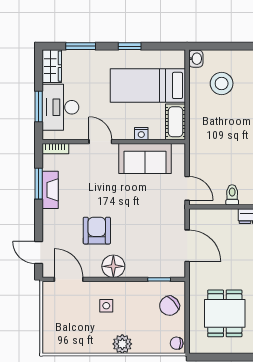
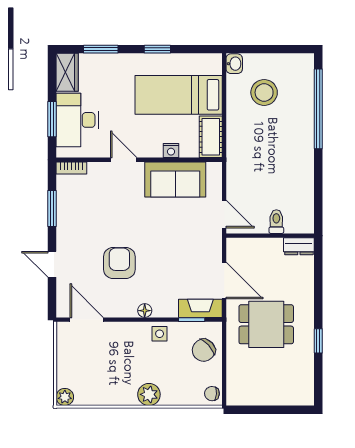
fireplace: (50, 190) -> (200, 308), moved, turned -90
door: (39, 252) -> (52, 264), moved
floor lamp: (113, 266) -> (145, 311), width x0.53, depth x0.53
side table: (106, 306) -> (160, 334), moved
dining table: (225, 313) -> (266, 324), moved, turned 90
plant: (50, 346) -> (65, 397), added

